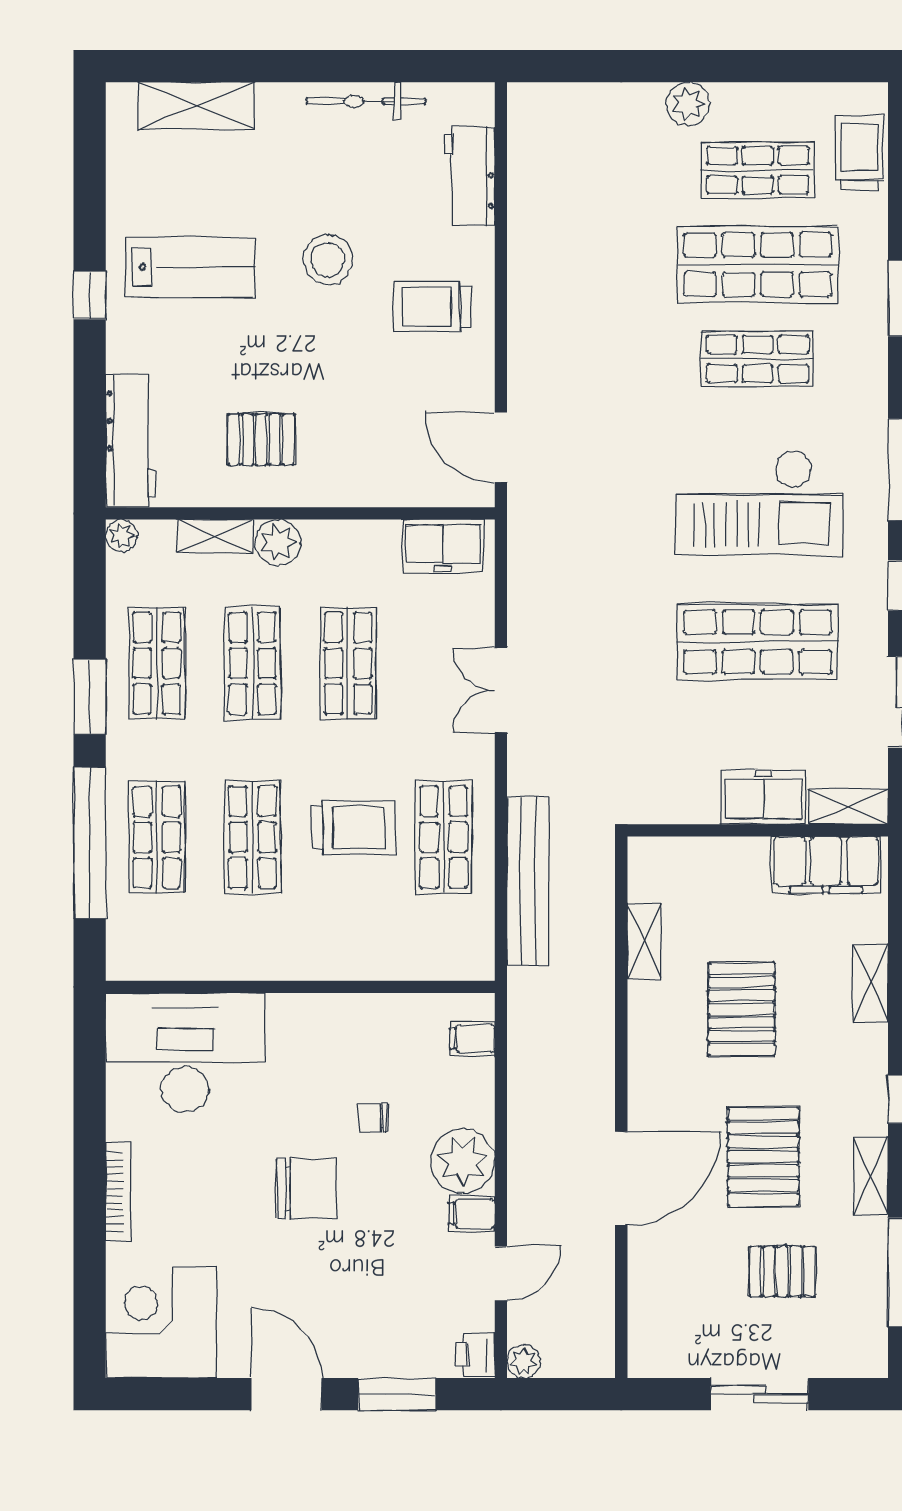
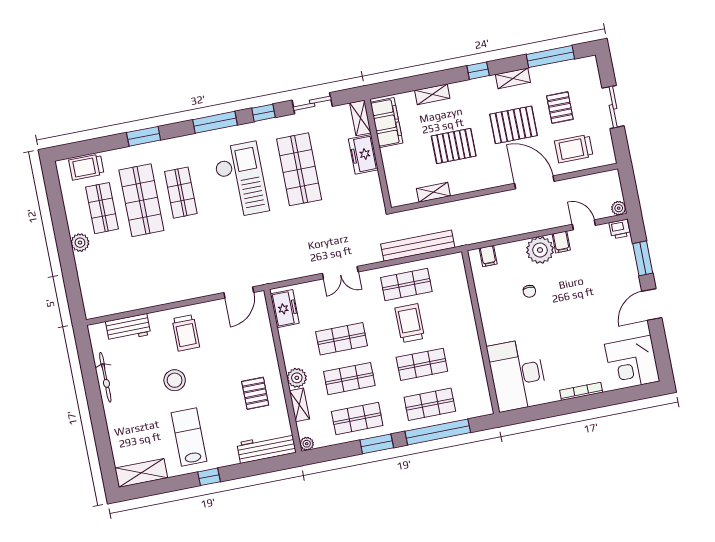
shelving: (196, 106) -> (141, 473), moved, turned 90
chair: (306, 1189) -> (564, 313), removed
trolley: (681, 1285) -> (574, 149), added

